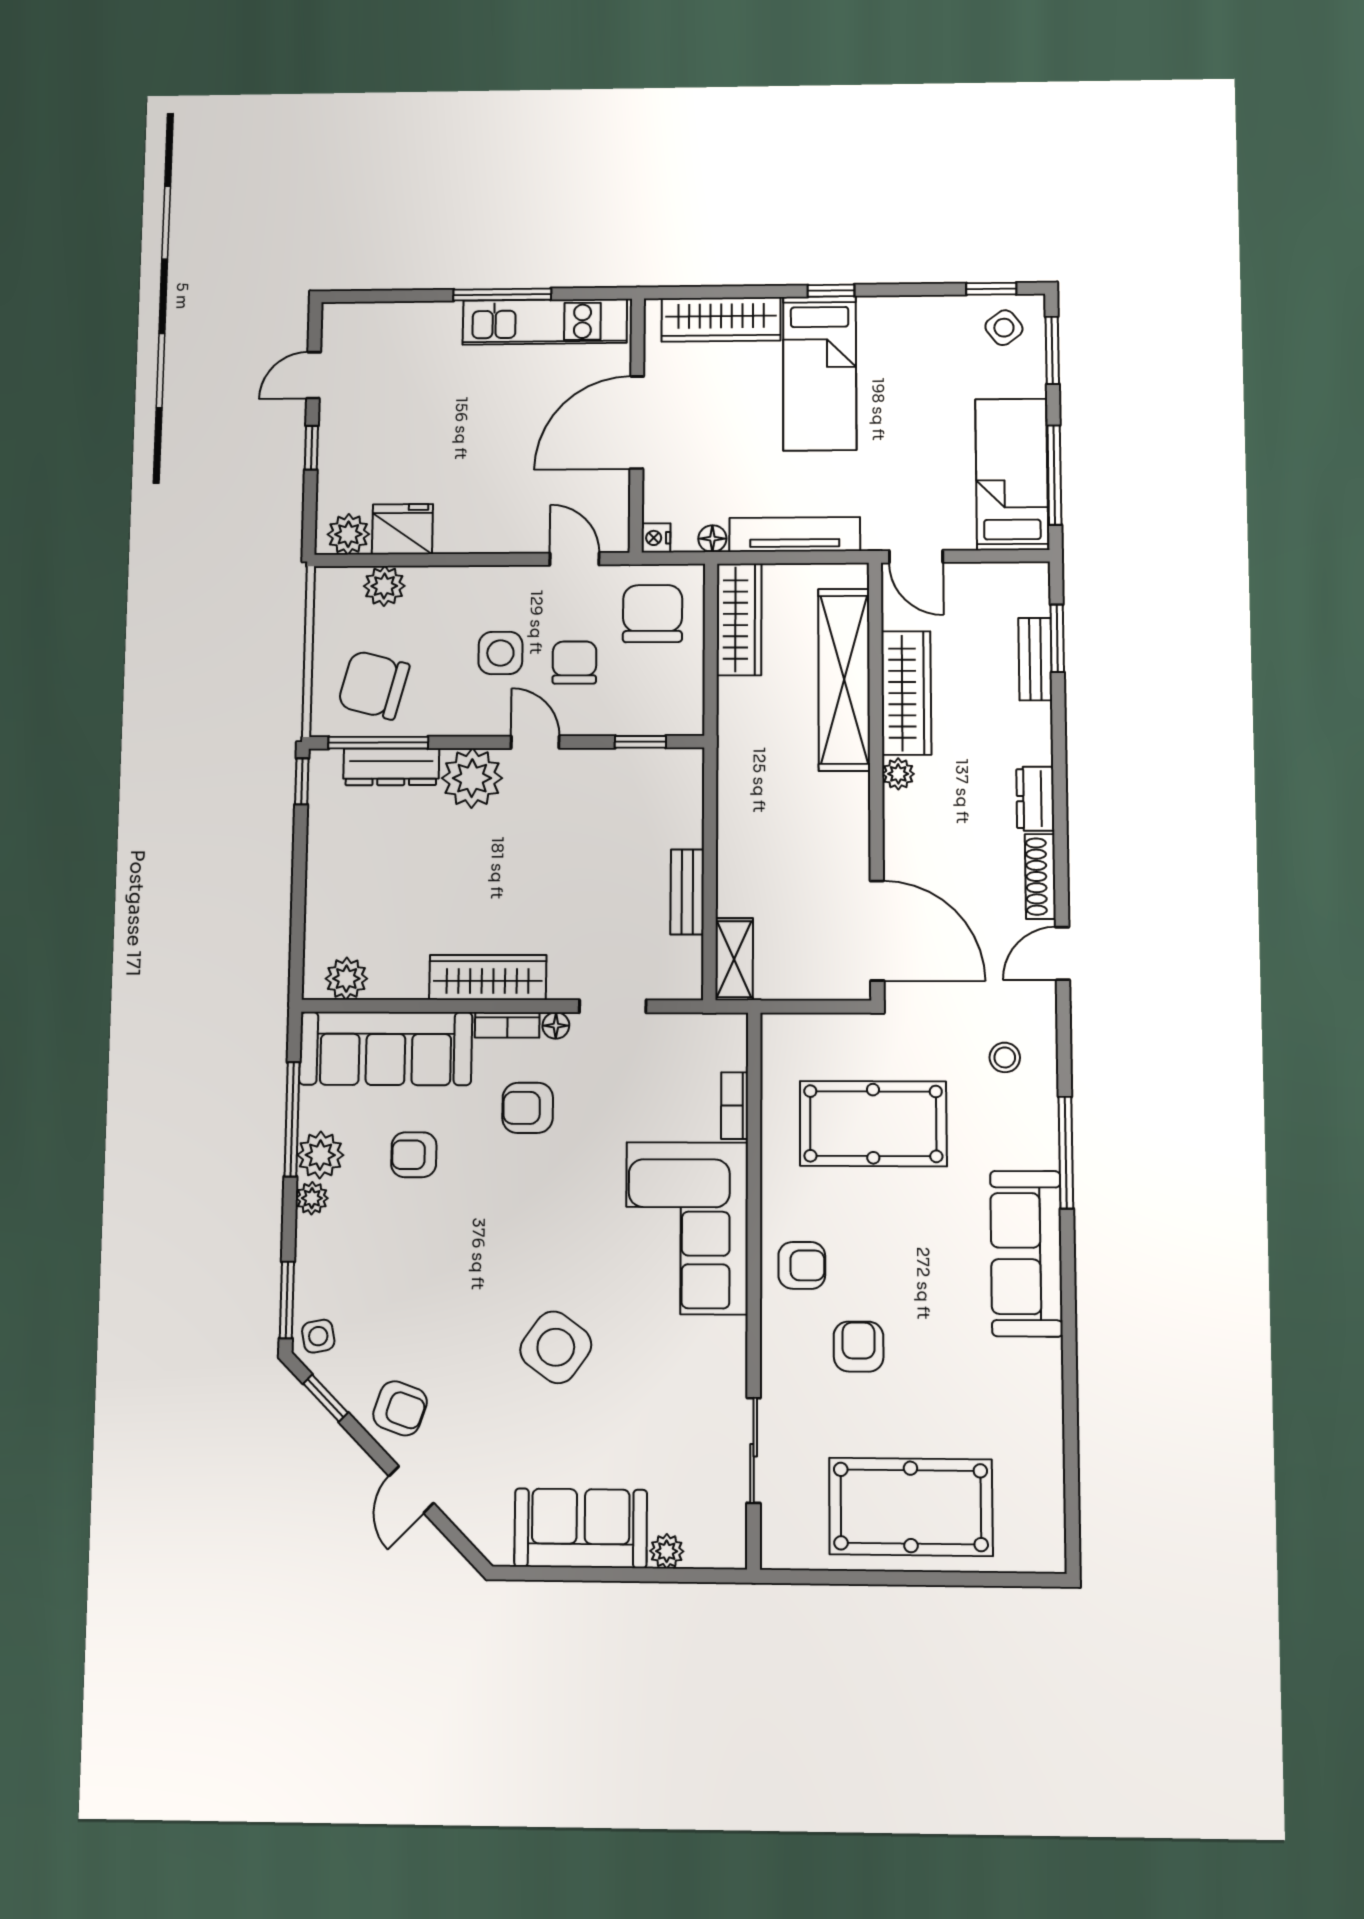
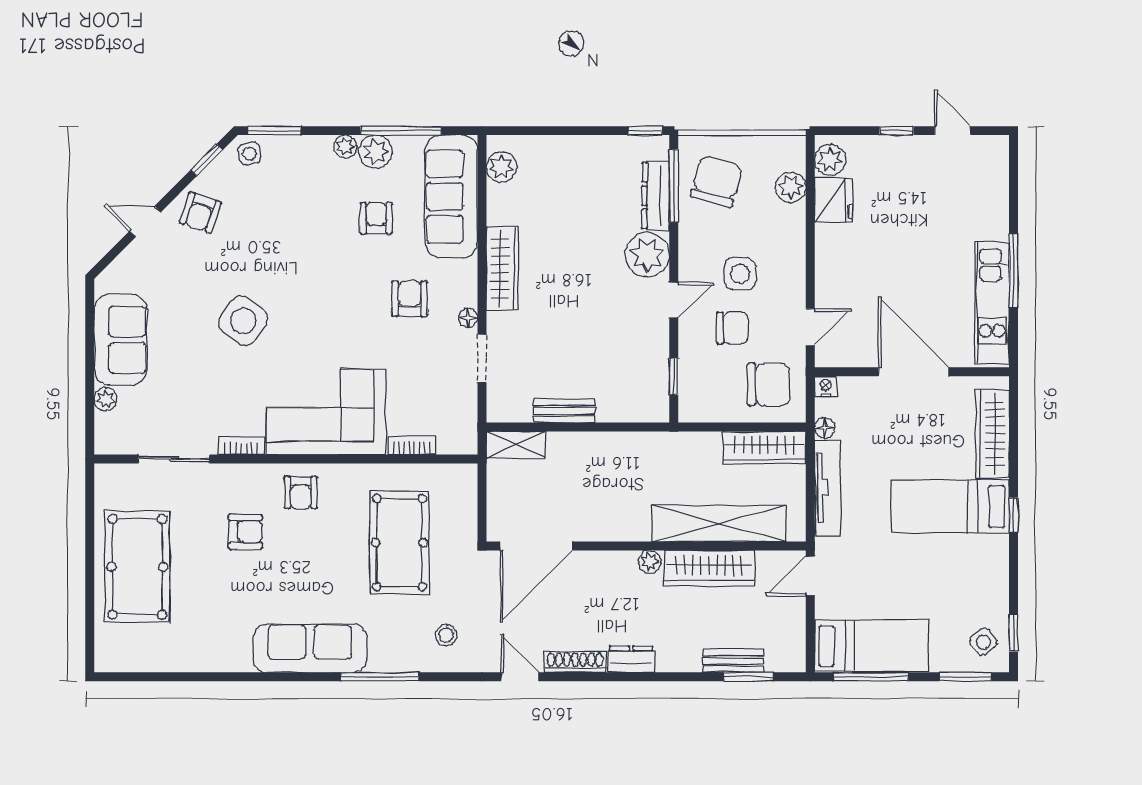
bookcase: (507, 1025) -> (241, 445), moved, turned 90

